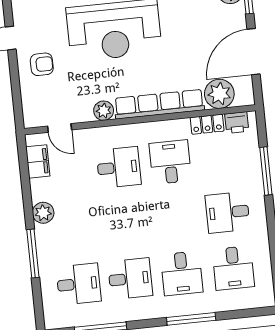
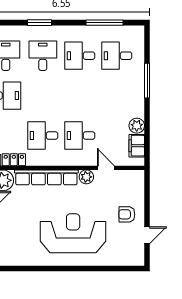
door: (60, 128) -> (106, 168), moved
desk: (170, 162) -> (43, 136), turned 90
plant: (43, 213) -> (137, 126), moved
window: (191, 319) -> (39, 23), width x0.69

